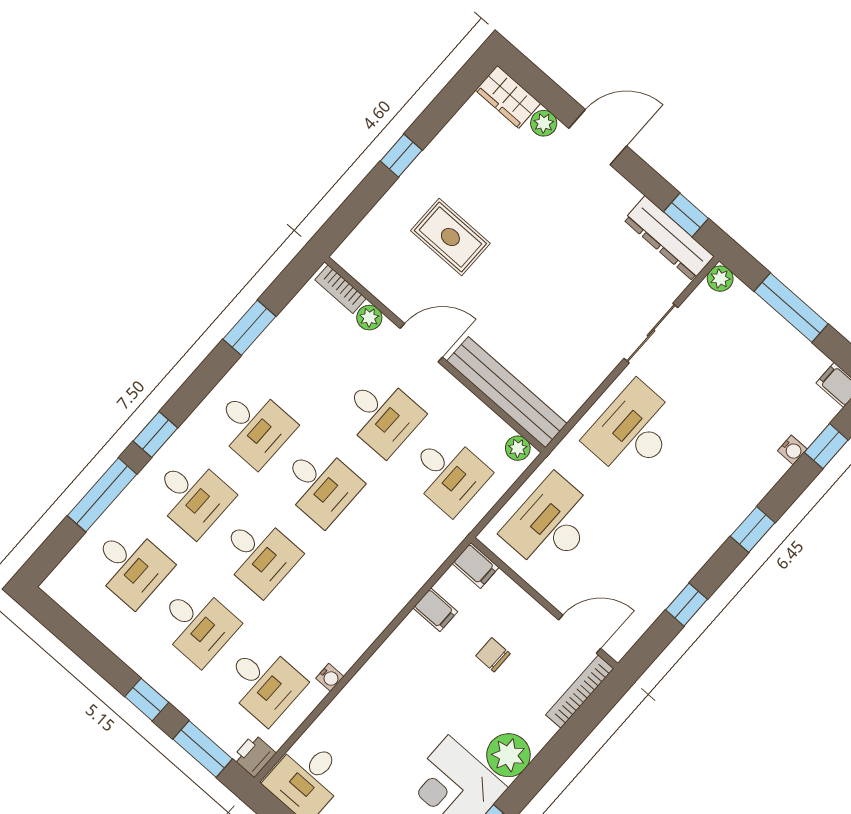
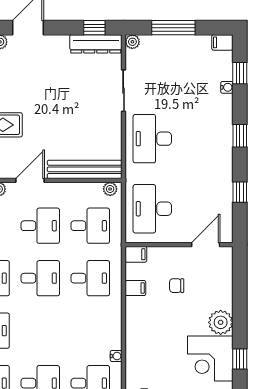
desk: (259, 555) -> (90, 278), moved
bookcase: (580, 692) -> (227, 269), removed

